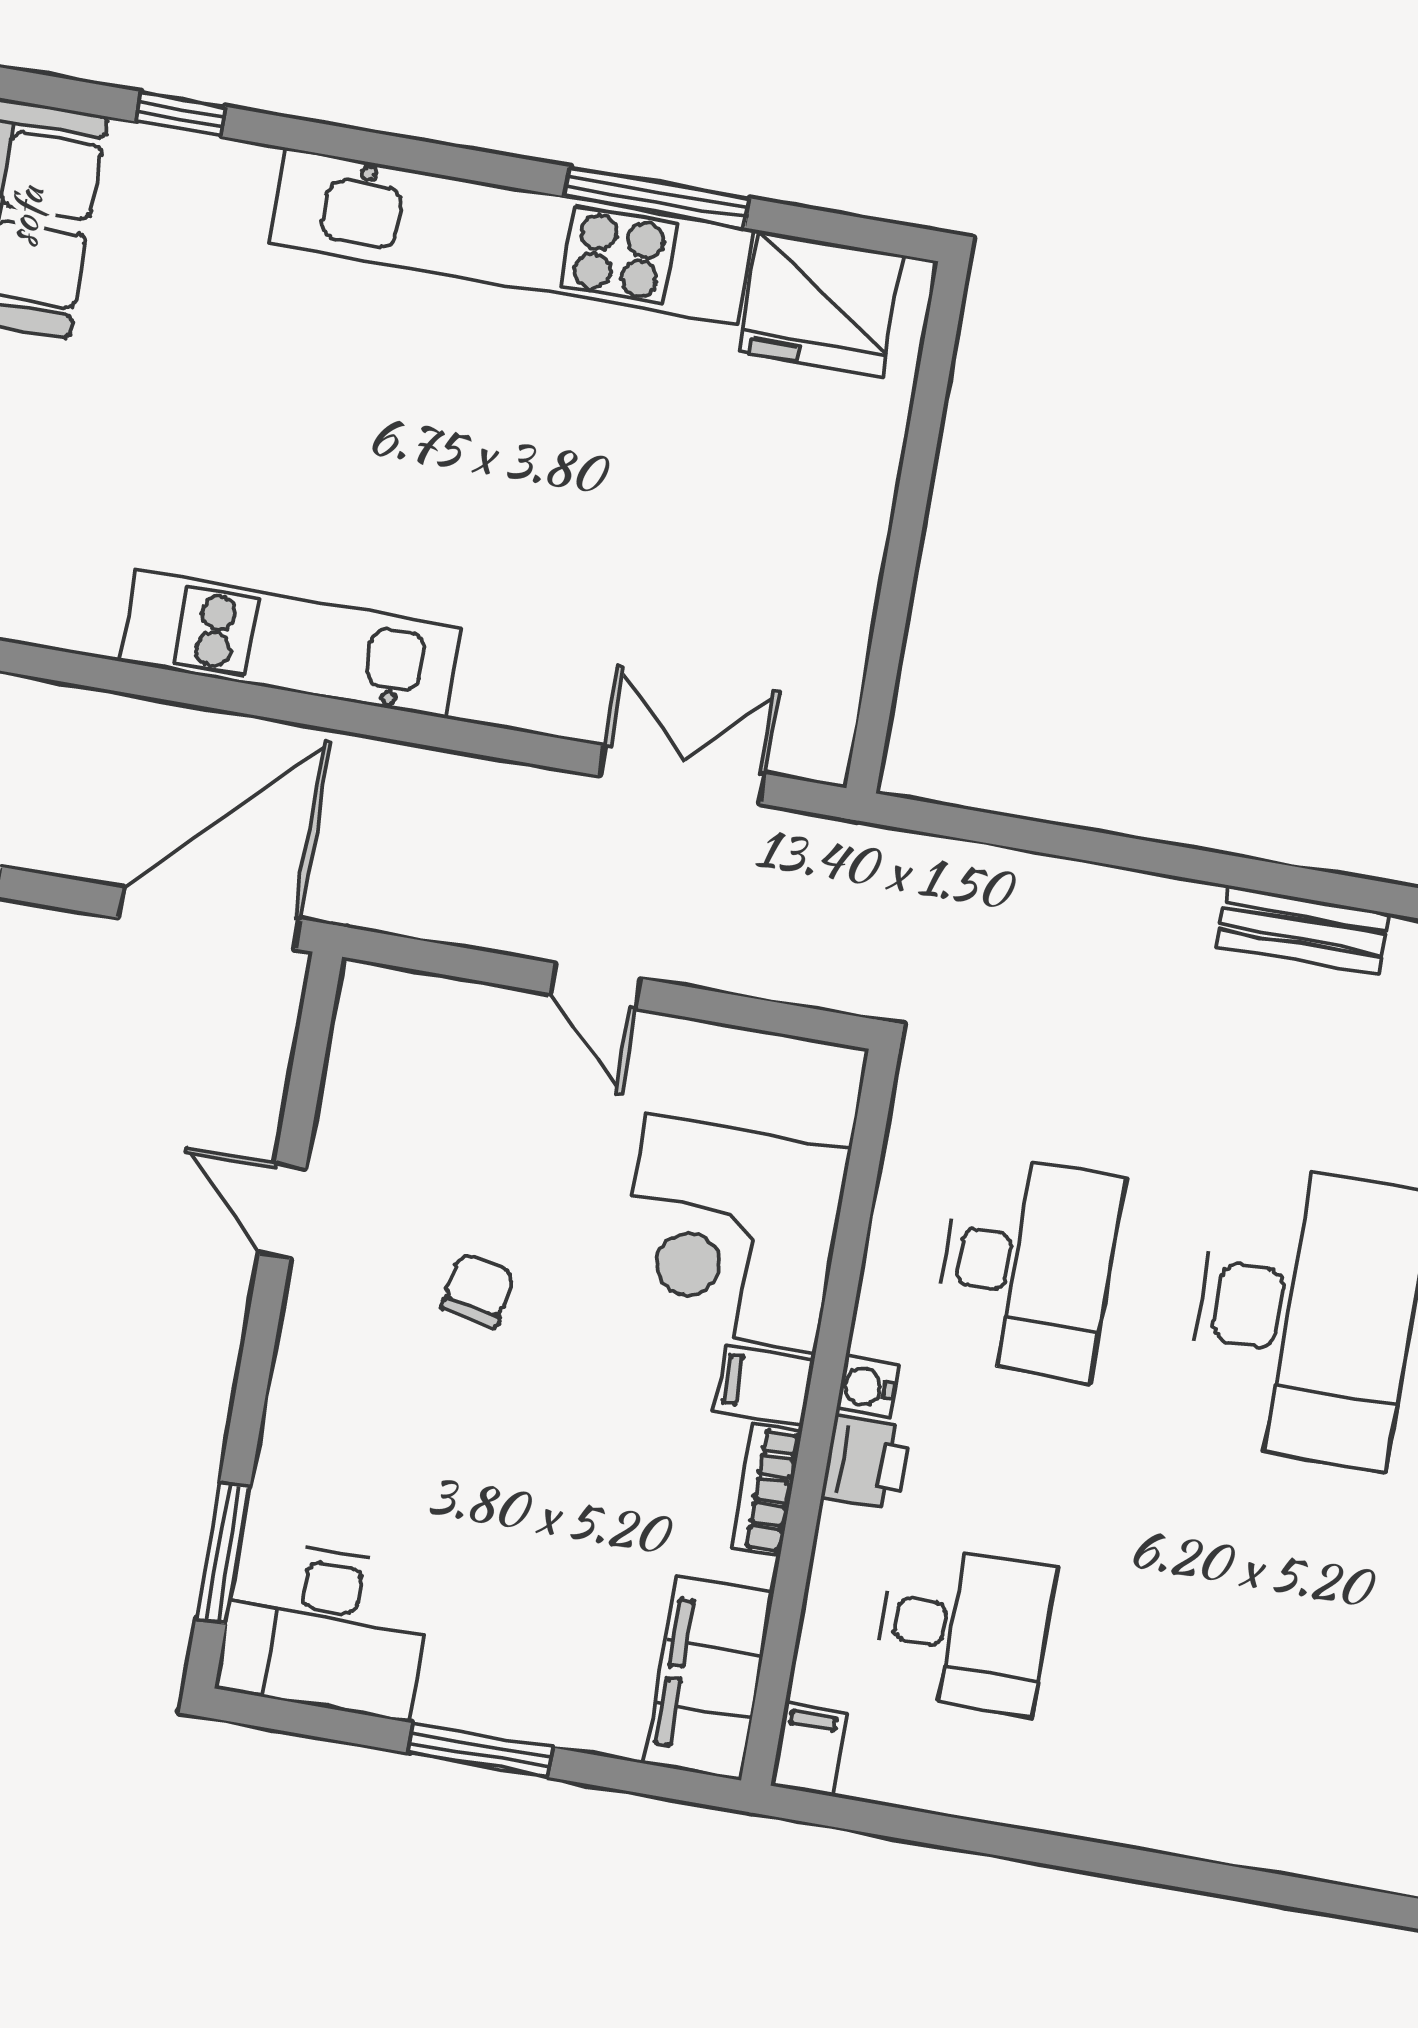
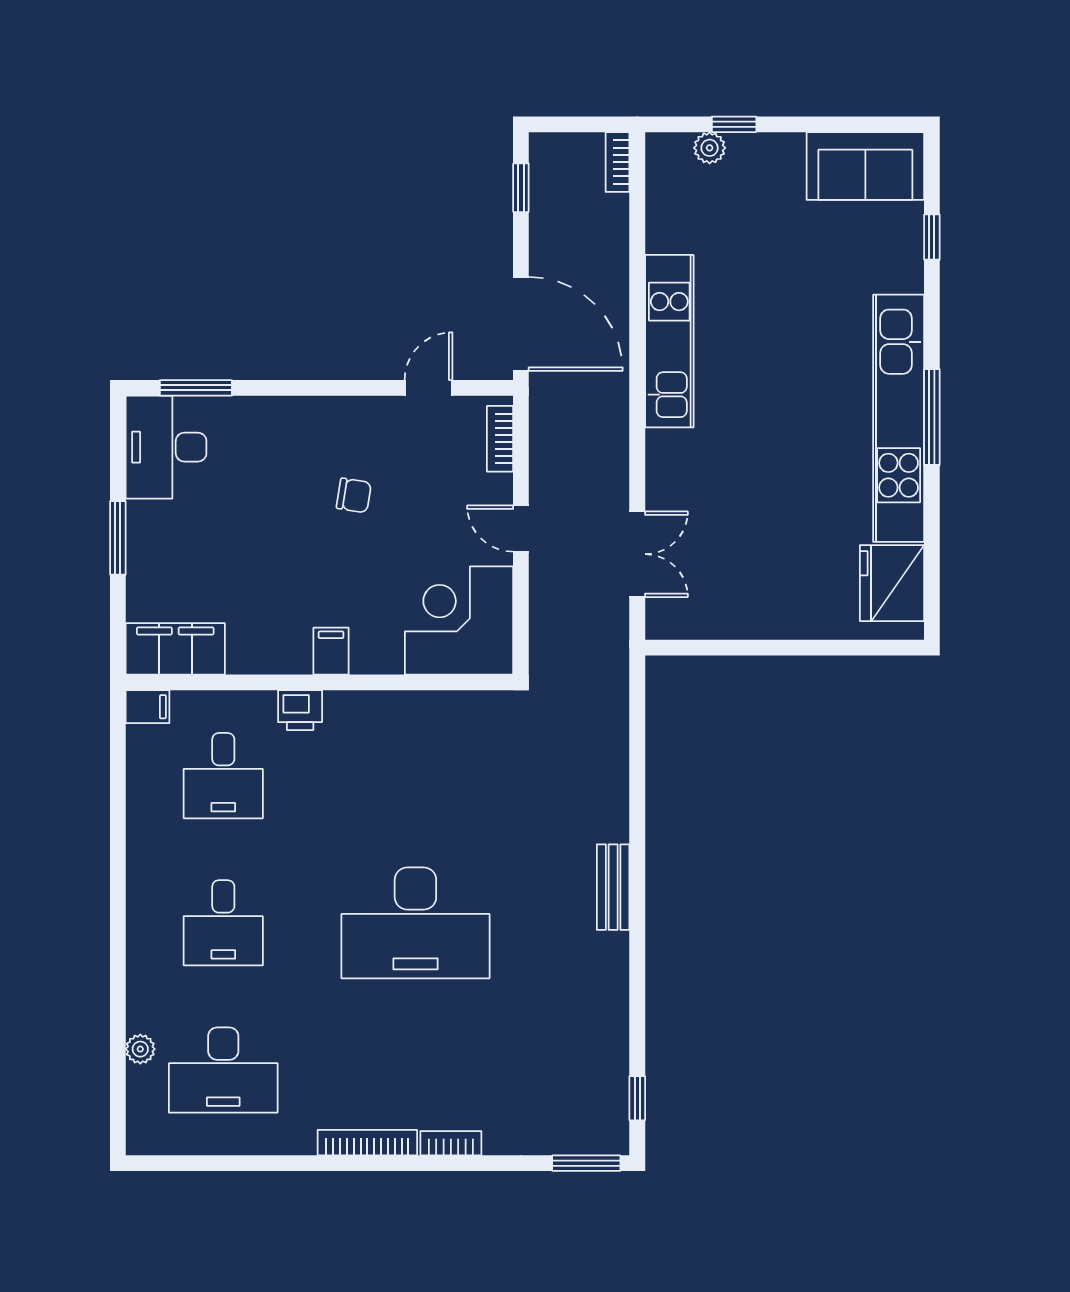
window: (657, 197) -> (932, 417), moved
door: (595, 986) -> (521, 529), hinge flipped
door: (283, 1210) -> (429, 388), moved
corner desk: (731, 1233) -> (459, 621), moved
desk: (1027, 1266) -> (223, 923), moved, width x0.73
water cooler: (867, 1387) -> (339, 704), removed
bookcase: (766, 1489) -> (500, 439), moved, turned -90

